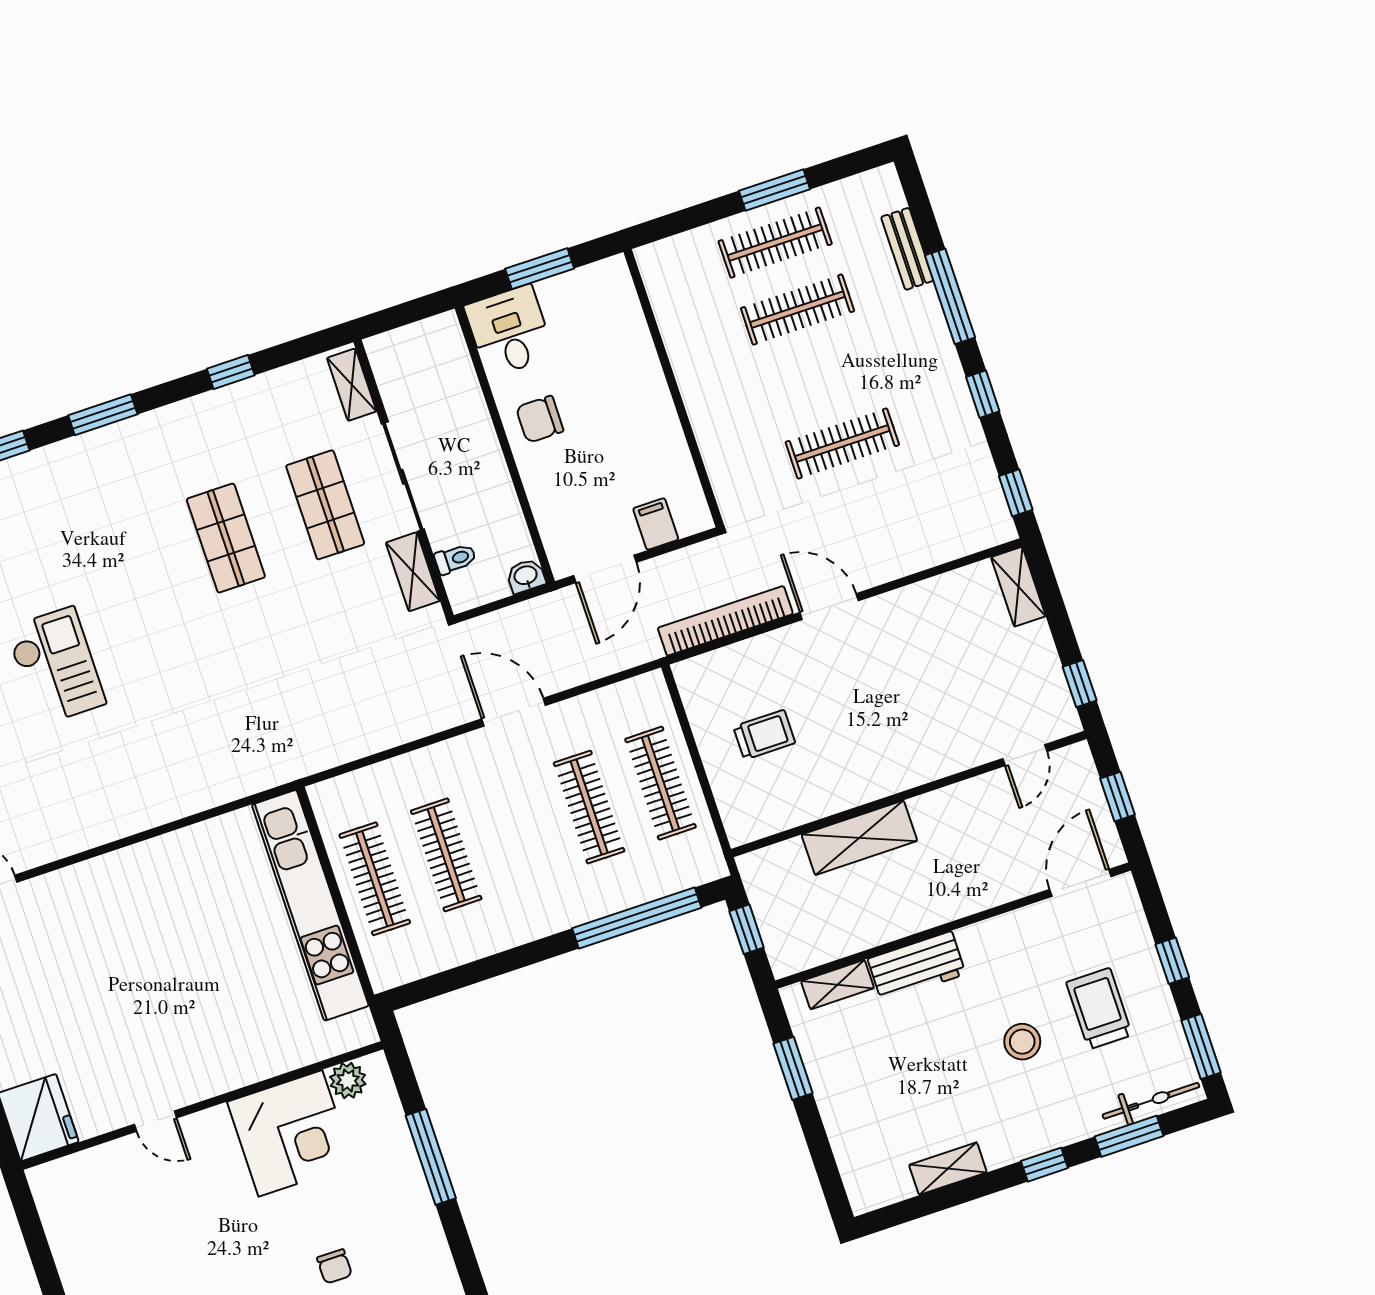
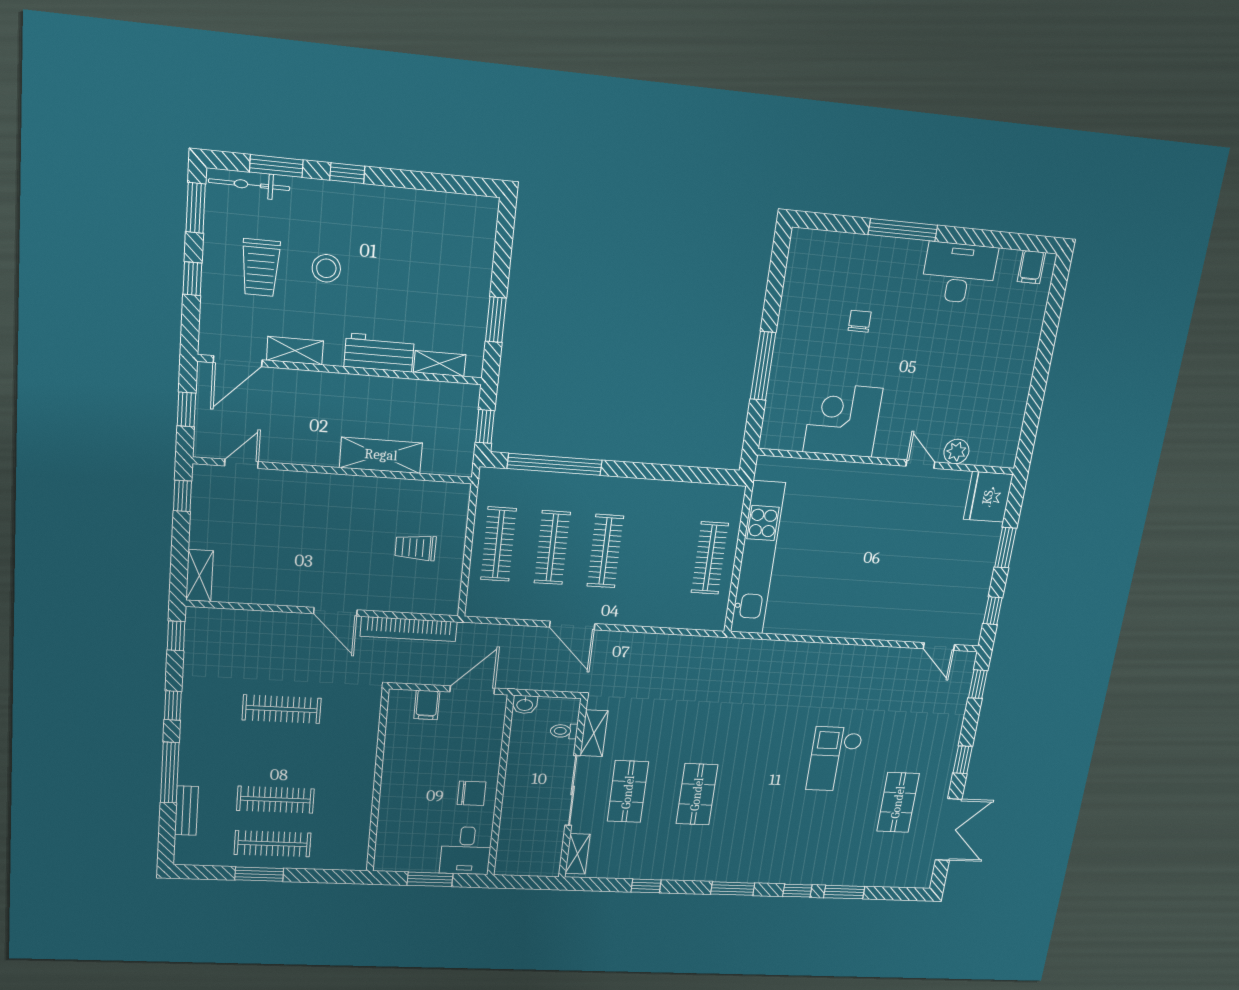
clothes rail: (446, 855) -> (605, 551), moved
plant: (348, 1080) -> (956, 452), moved
shelving: (948, 1169) -> (295, 351), moved

